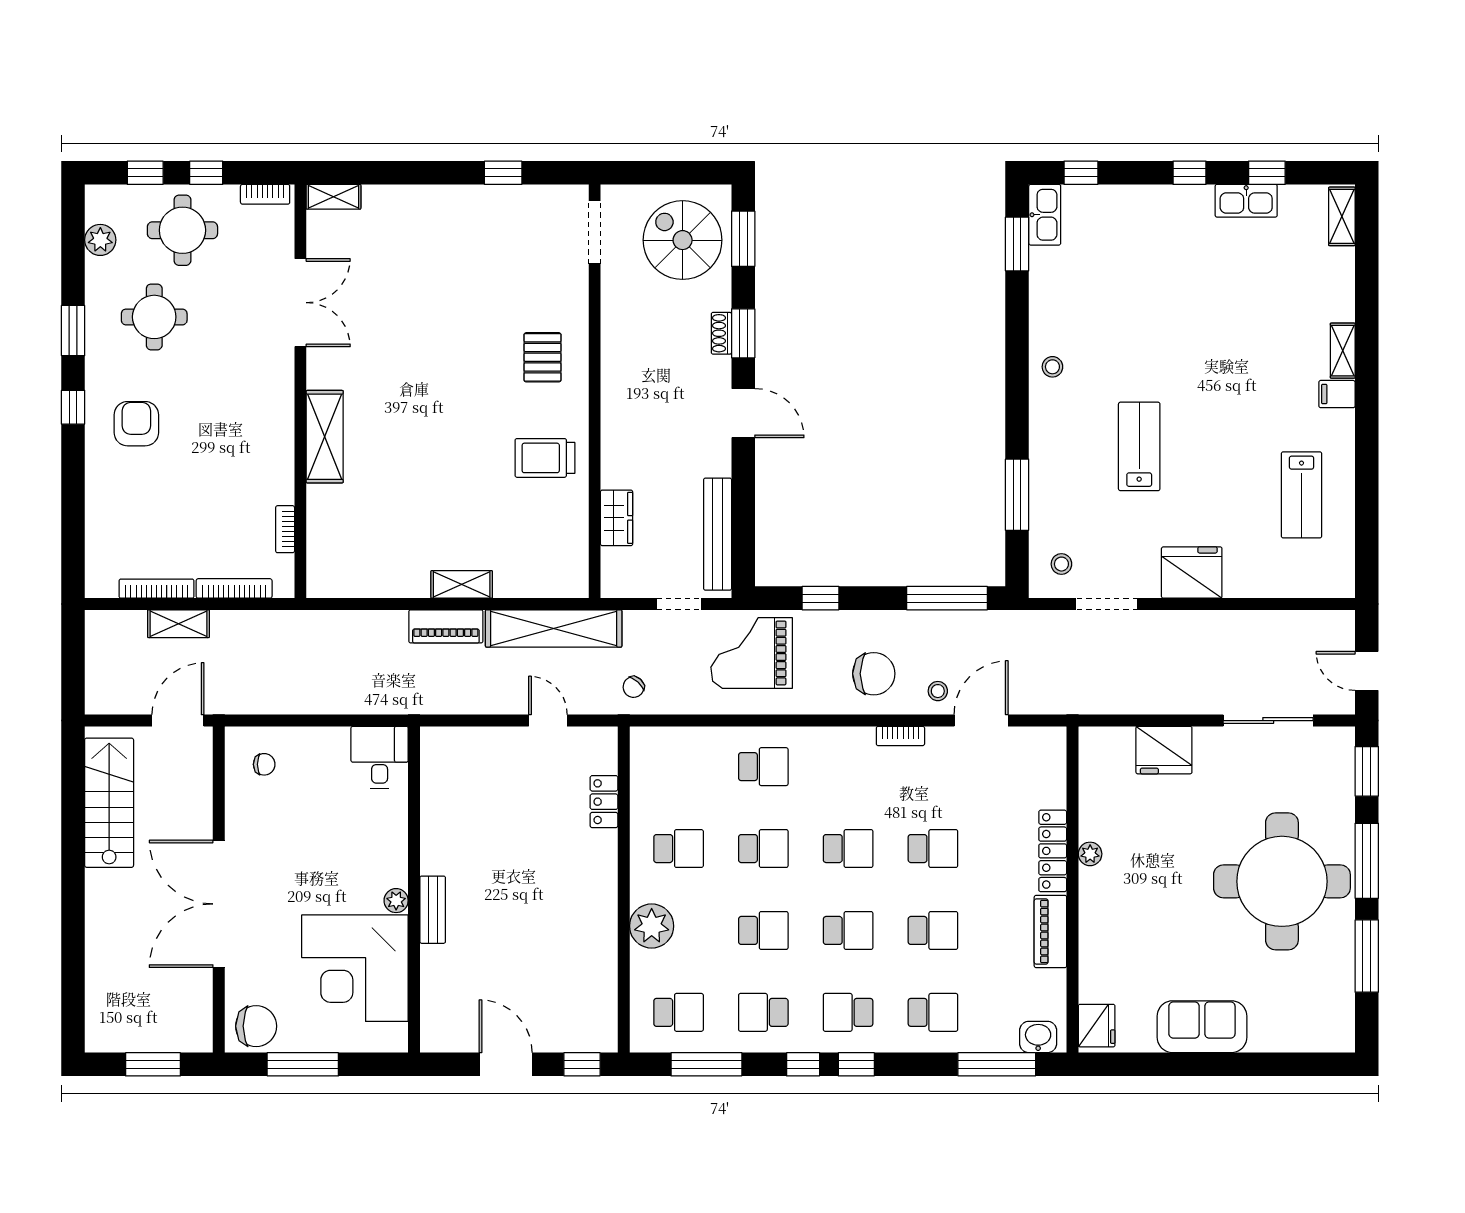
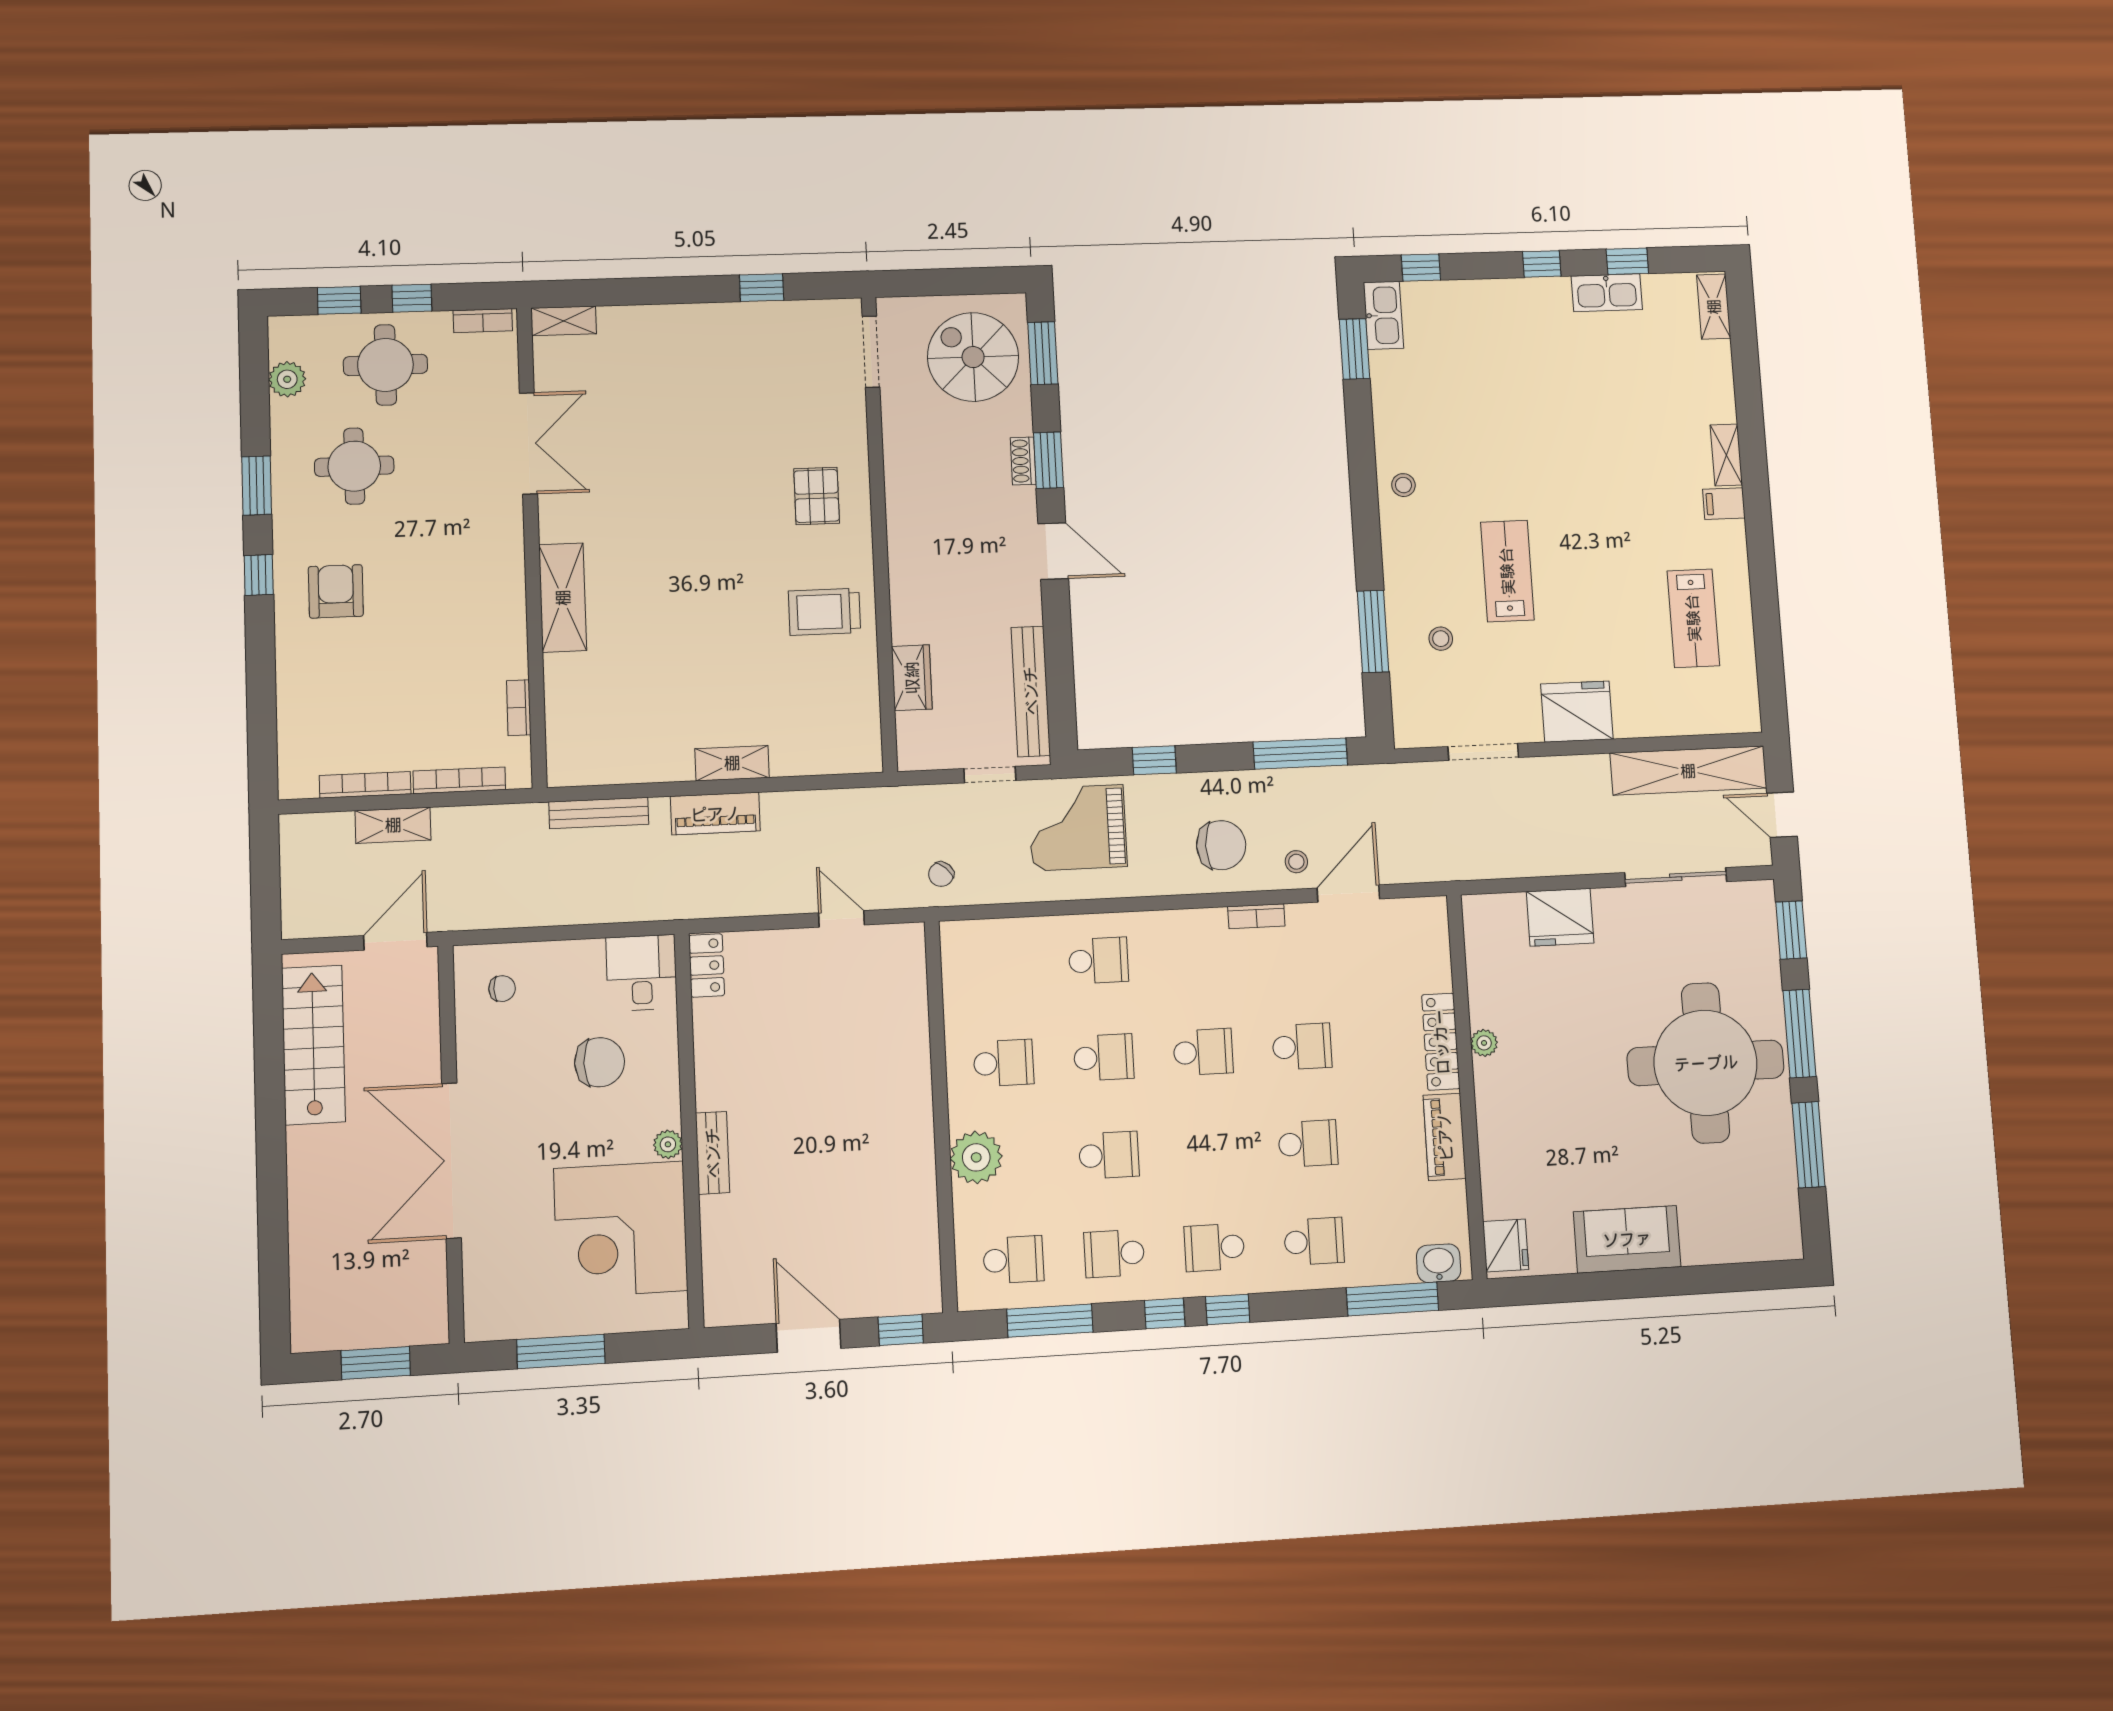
stool: (1061, 564) -> (1441, 639), moved
bench: (349, 621) -> (599, 813), added
shelving: (554, 628) -> (1688, 771), moved
locker: (604, 802) -> (707, 965), moved, turned 180
school desk: (848, 930) -> (1209, 1149), removed
chair: (256, 1026) -> (600, 1062), moved

